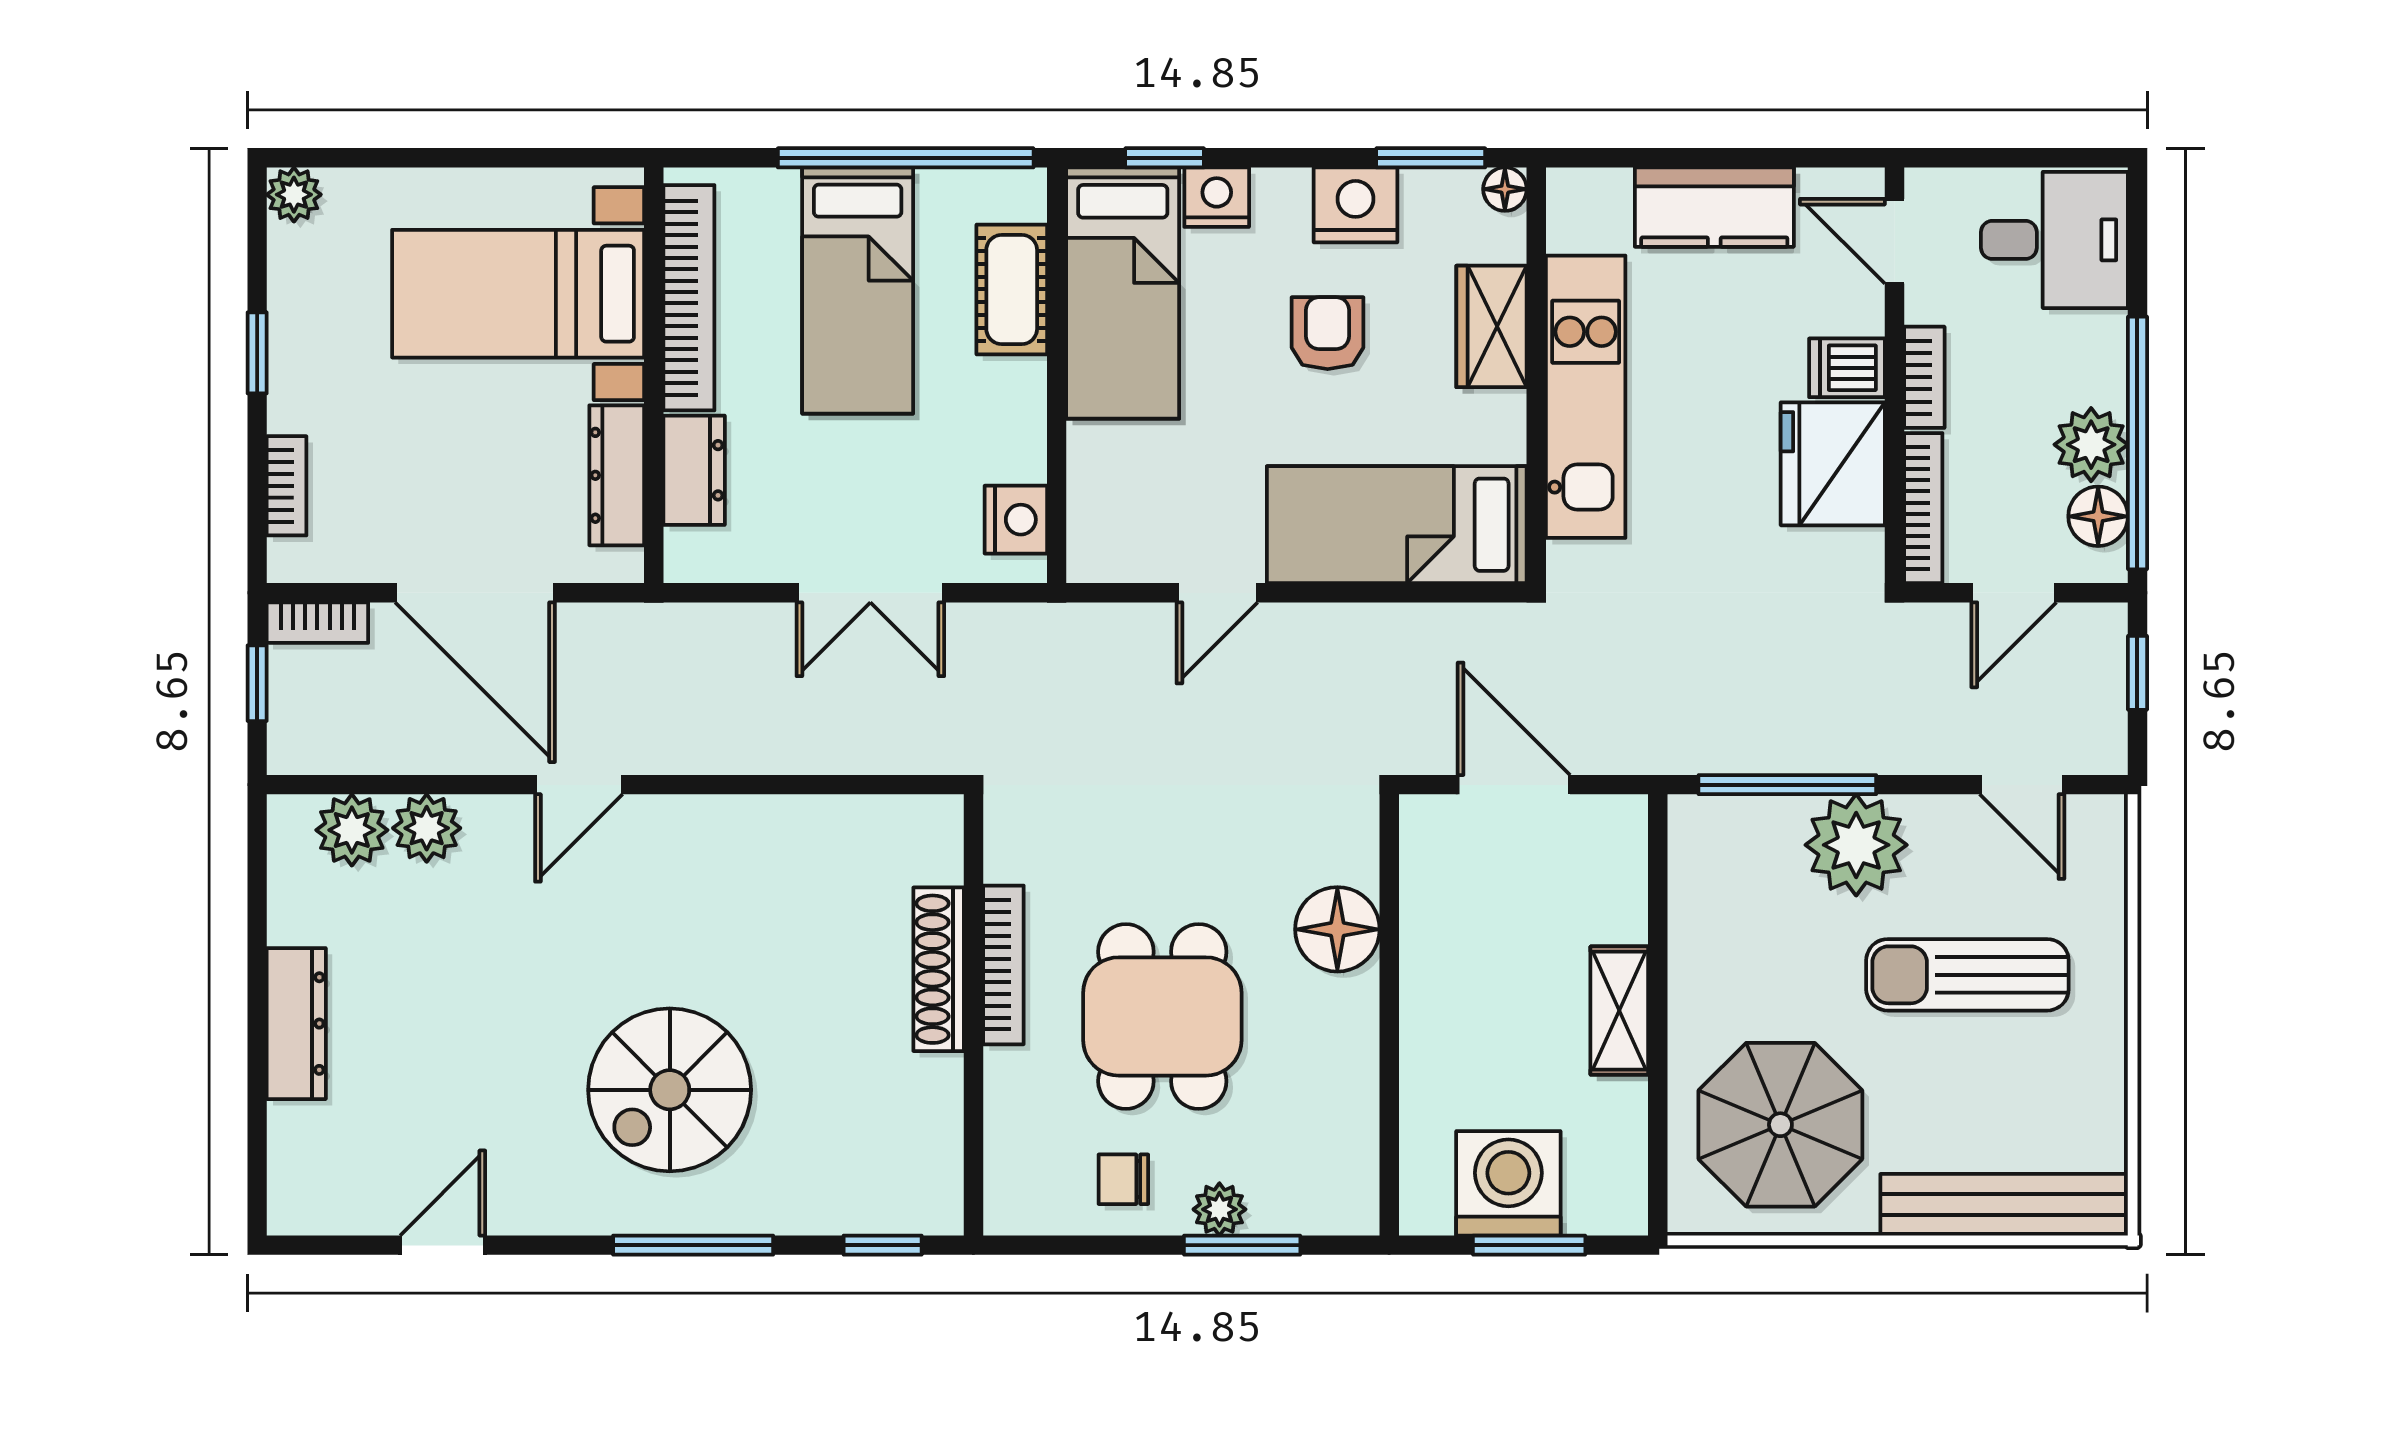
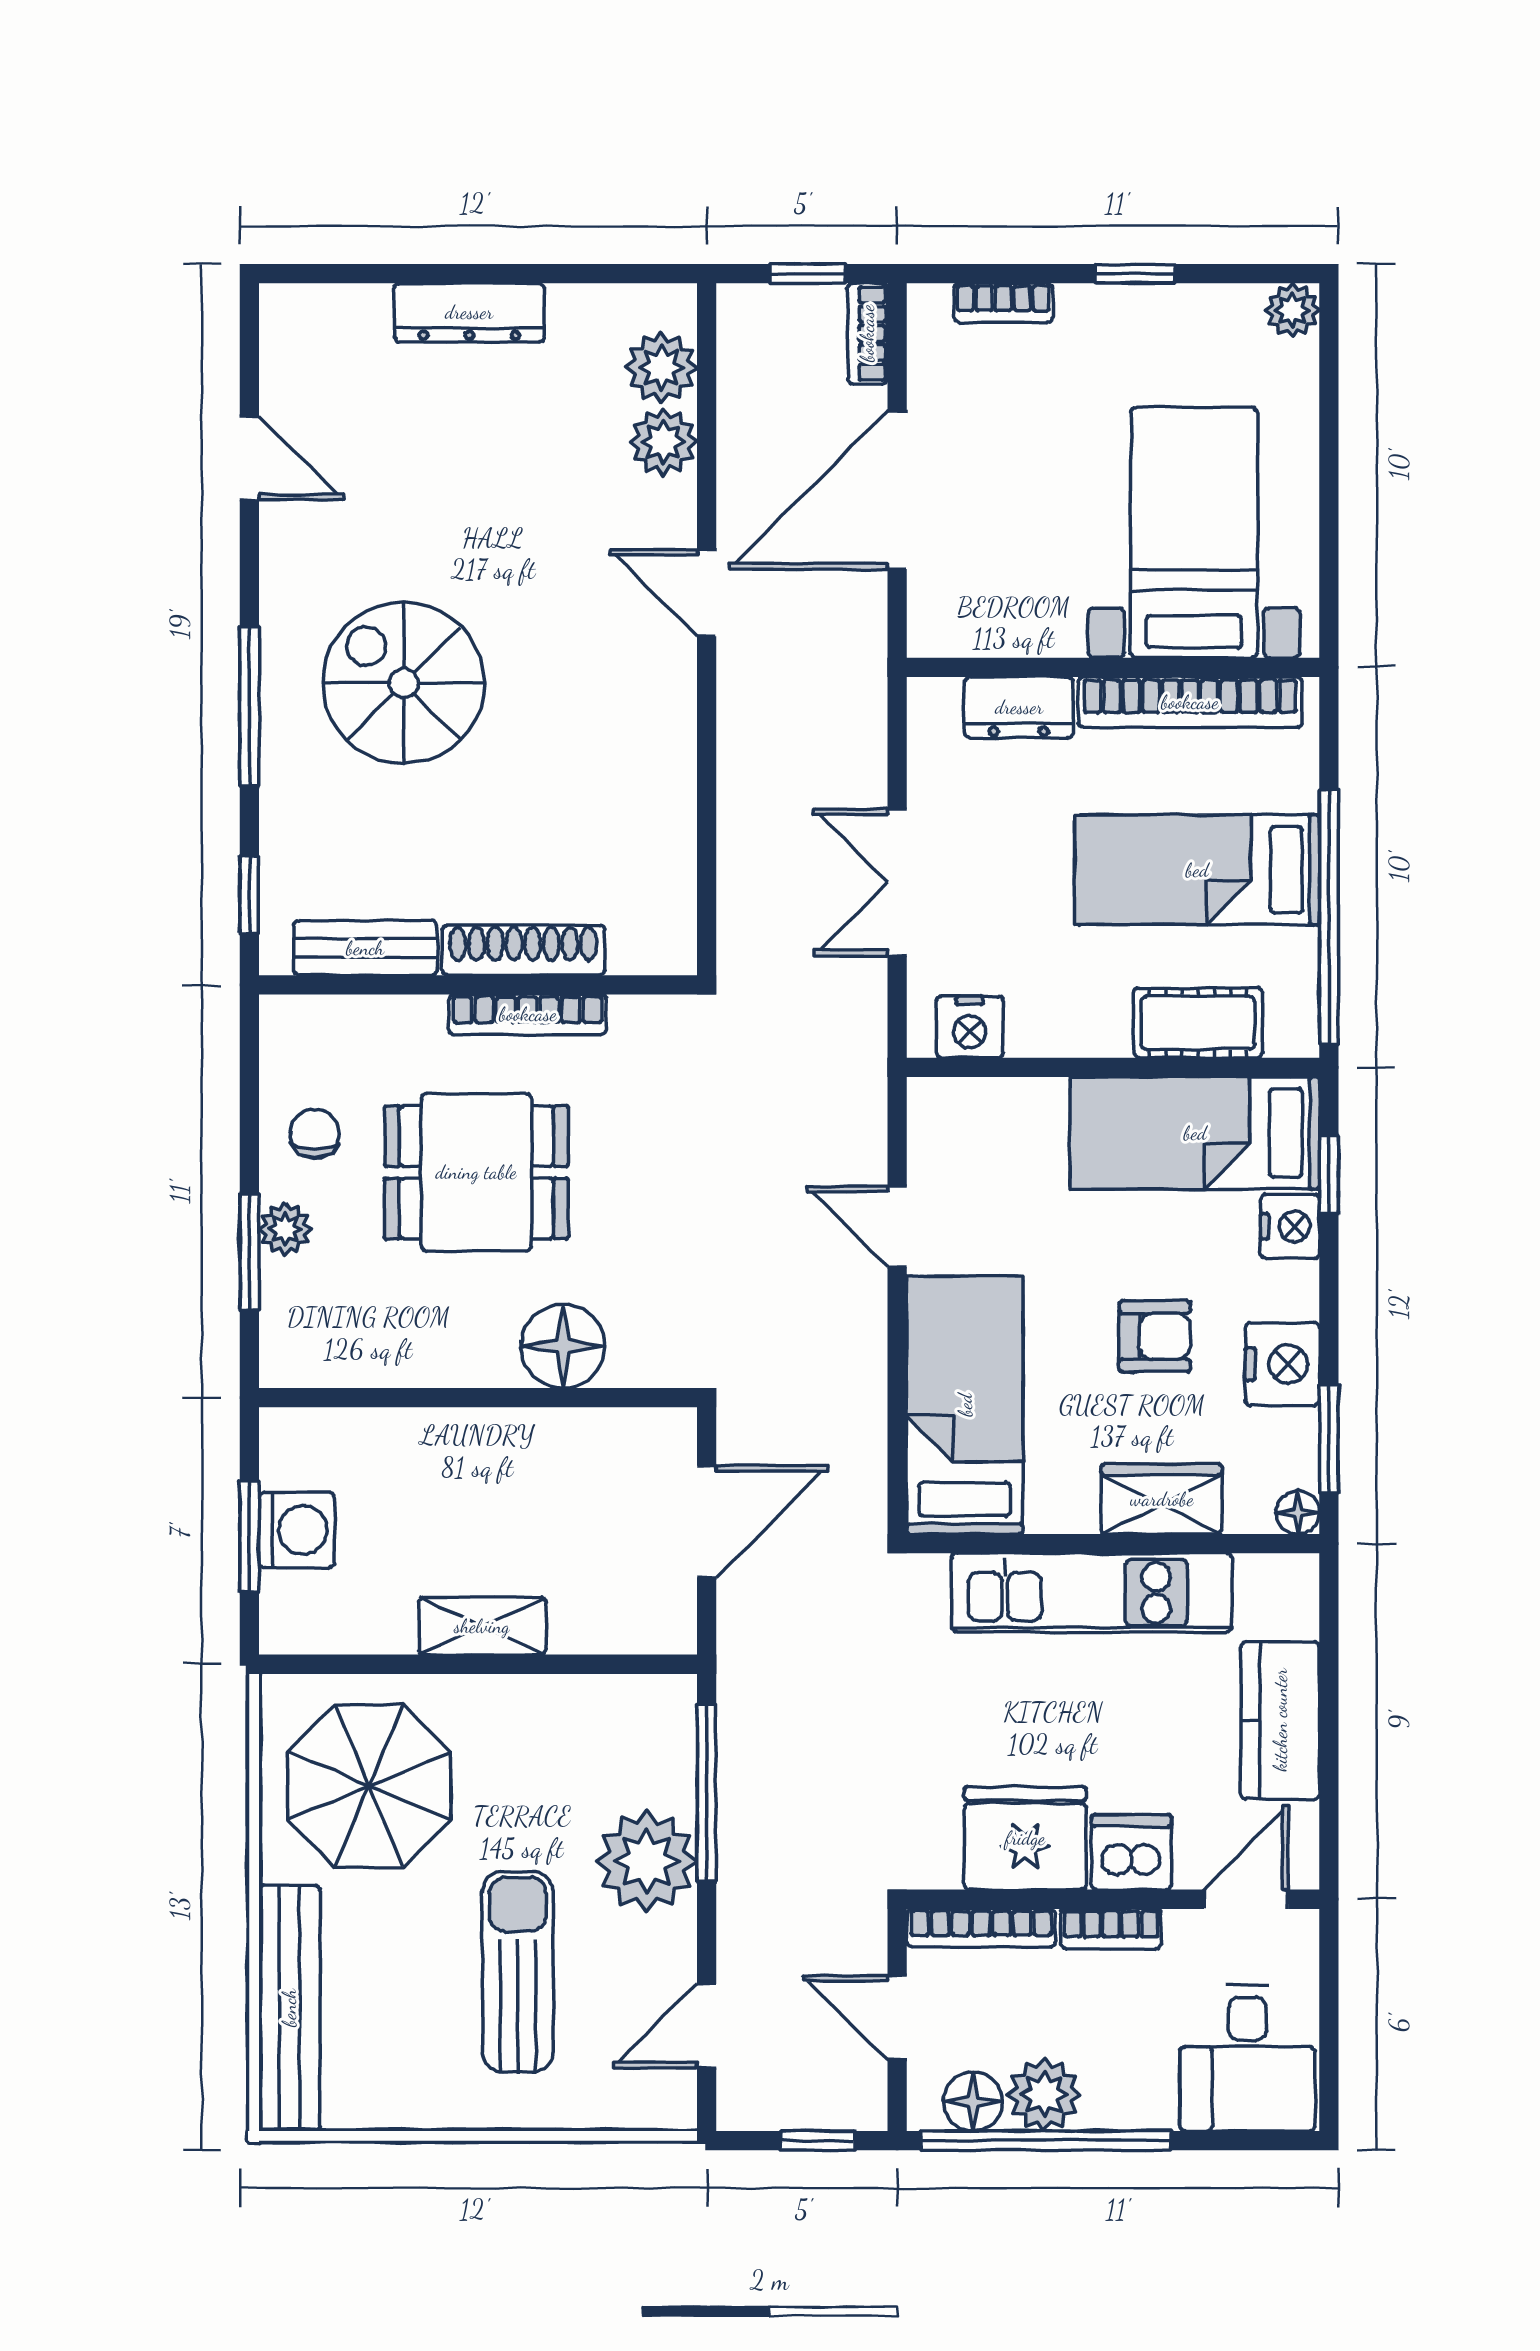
dishwasher: (1847, 368) -> (1132, 1852), width x1.38
dresser: (617, 475) -> (1014, 631), removed
bench: (936, 1128) -> (365, 948), added
washing machine: (1508, 1183) -> (297, 1530), width x0.73, depth x0.73

